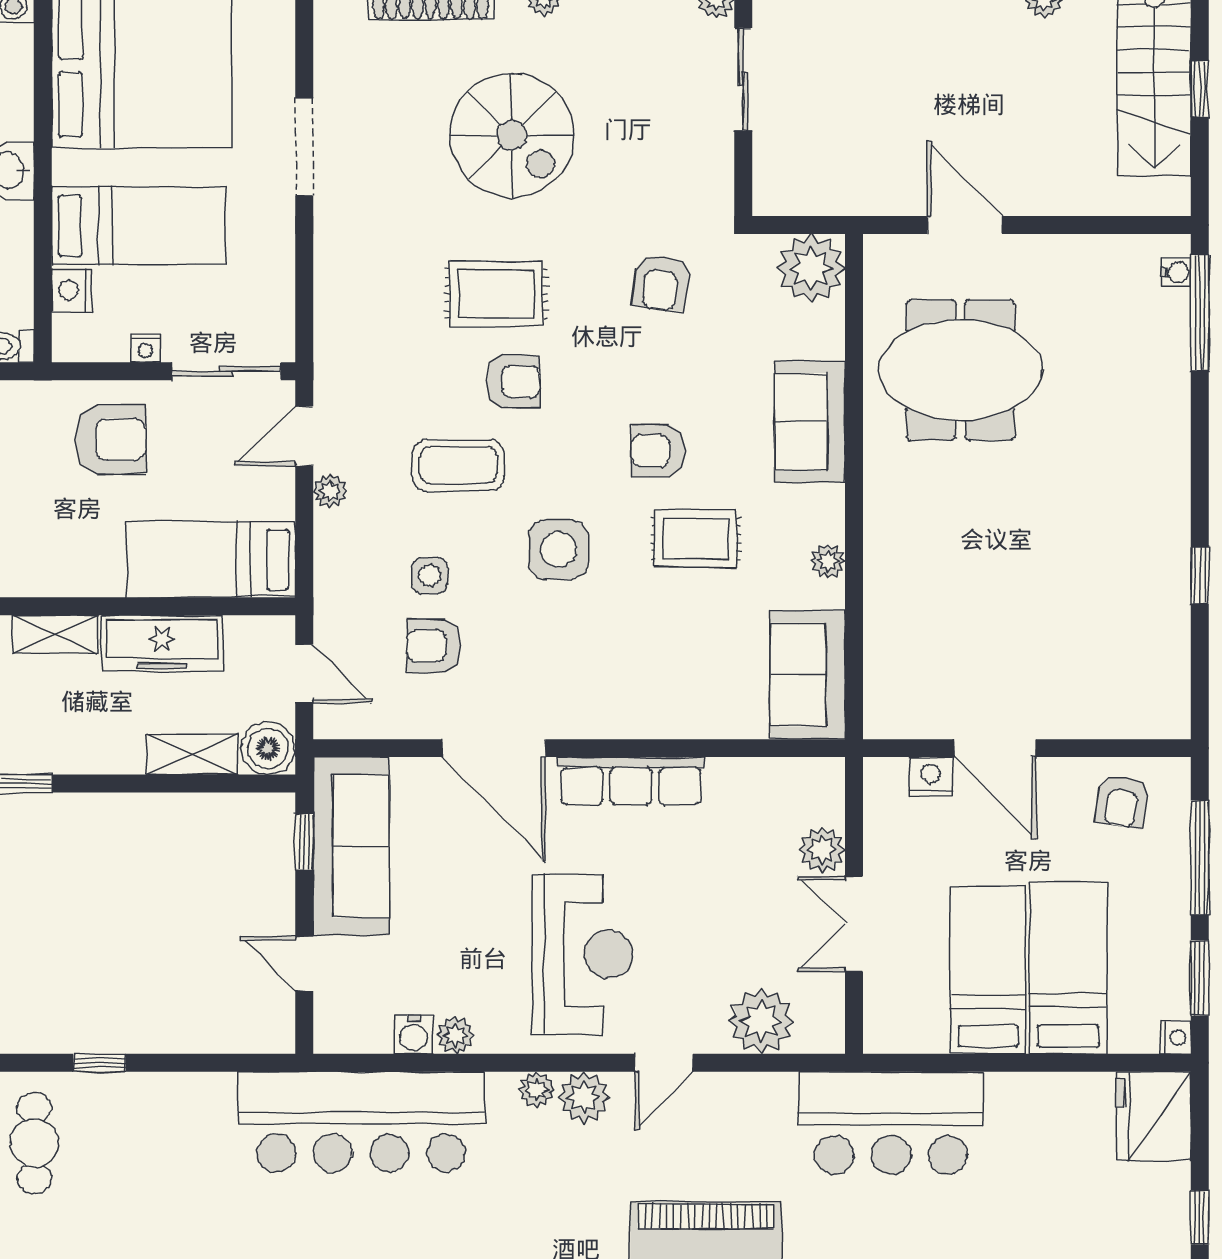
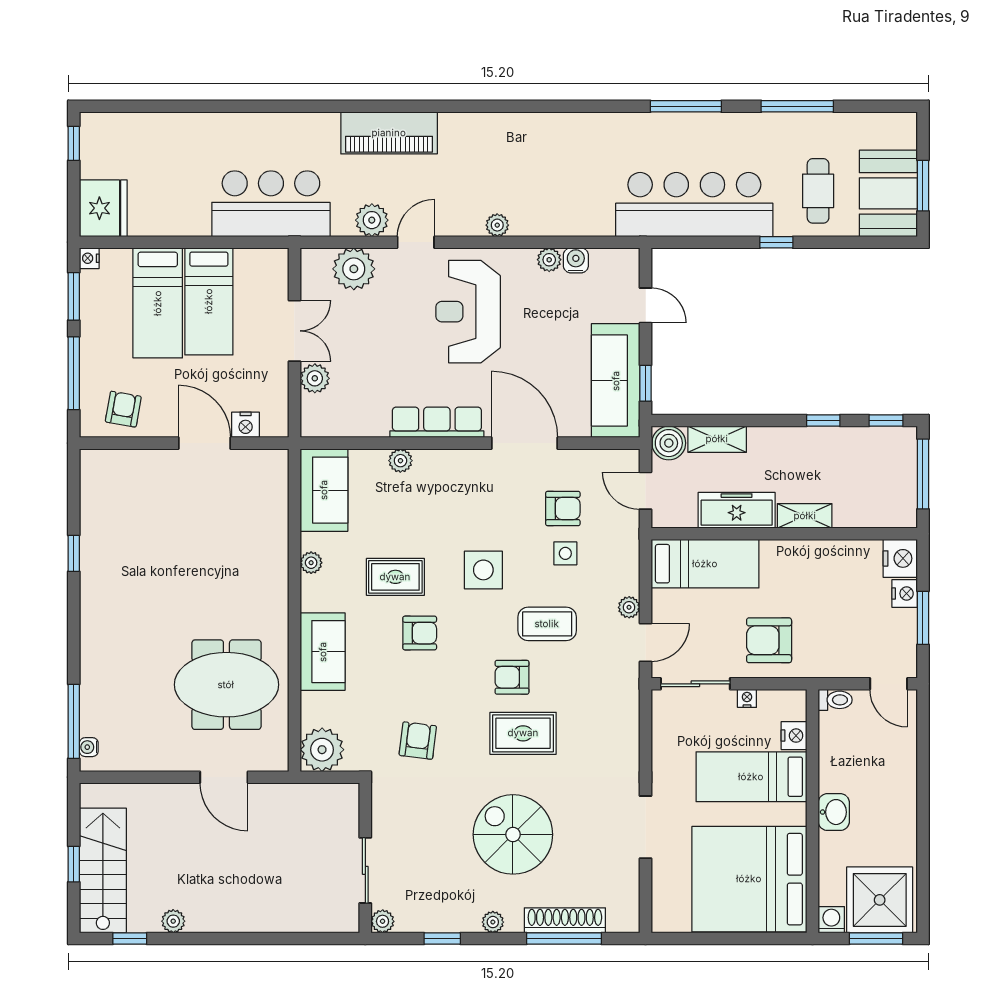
plant: (688, 721) -> (400, 461), added
plant: (584, 1097) -> (372, 220), moved
bar counter: (361, 1122) -> (694, 204), moved

